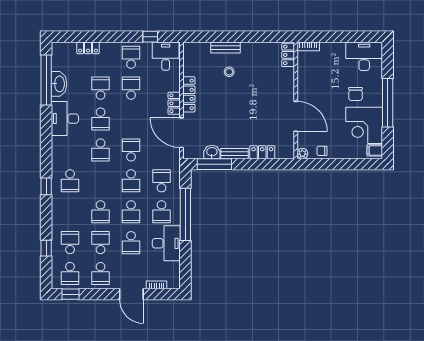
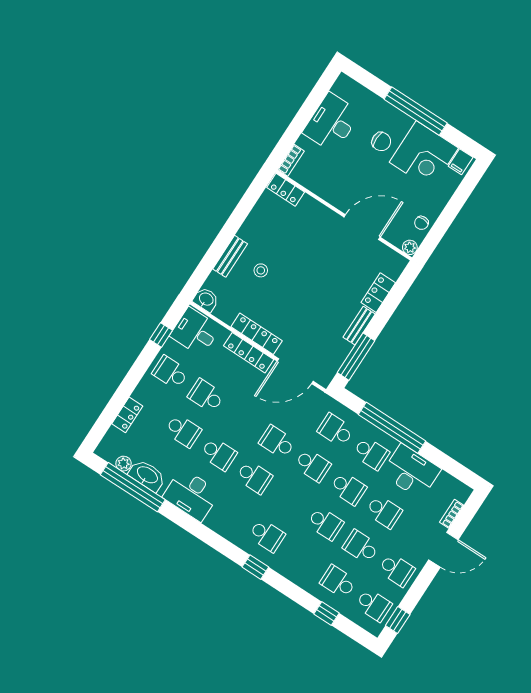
desk: (364, 56) -> (332, 123), moved
plant: (57, 65) -> (123, 464), added
school desk: (101, 88) -> (183, 431), turned 180
locker: (174, 103) -> (249, 353), width x1.53
washbasin: (212, 152) -> (206, 300), moved, turned 90

